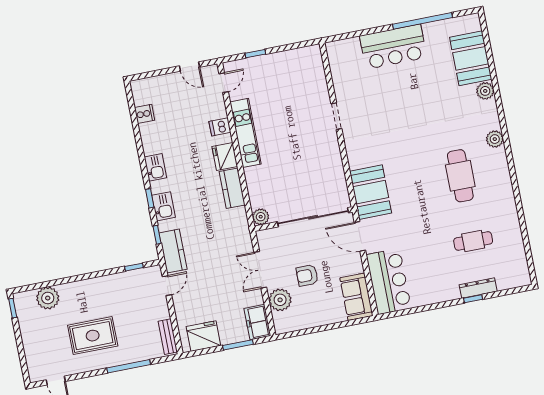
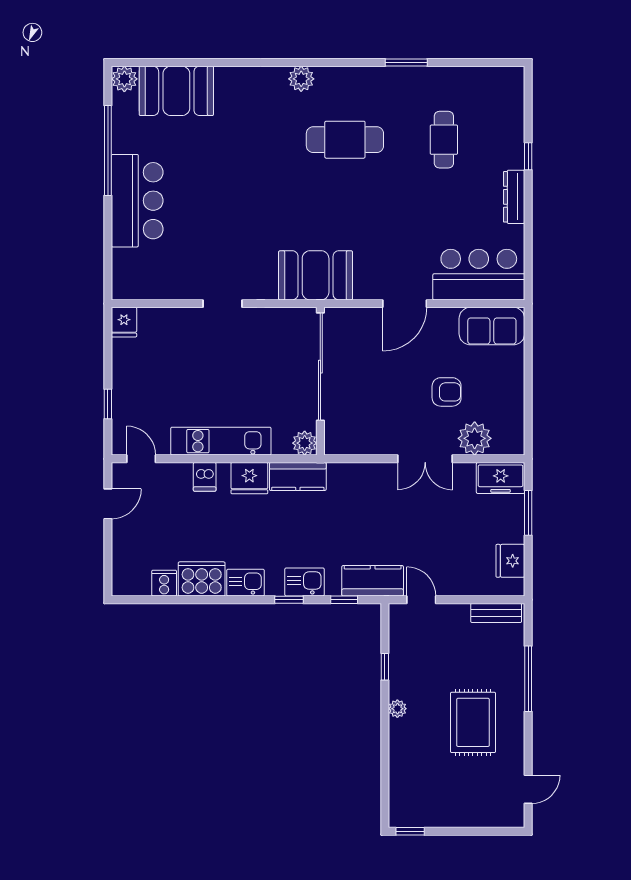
fridge: (311, 54) -> (124, 322), added
plant: (485, 91) -> (124, 79), moved
cooker: (152, 138) -> (202, 579), added
booth: (371, 192) -> (316, 275), moved
window: (519, 206) -> (406, 62), added
plant: (261, 217) -> (305, 443), moved
sliding door: (313, 217) -> (320, 367), moved
wall: (303, 219) -> (320, 381), moved
window: (134, 267) -> (385, 667), moved
armchair: (307, 275) -> (447, 392), turned -90
dresser: (478, 288) -> (514, 197), moved
plant: (48, 298) -> (397, 709), moved, width x0.53, depth x0.53
fridge: (203, 336) -> (510, 561), width x0.73, depth x0.75

